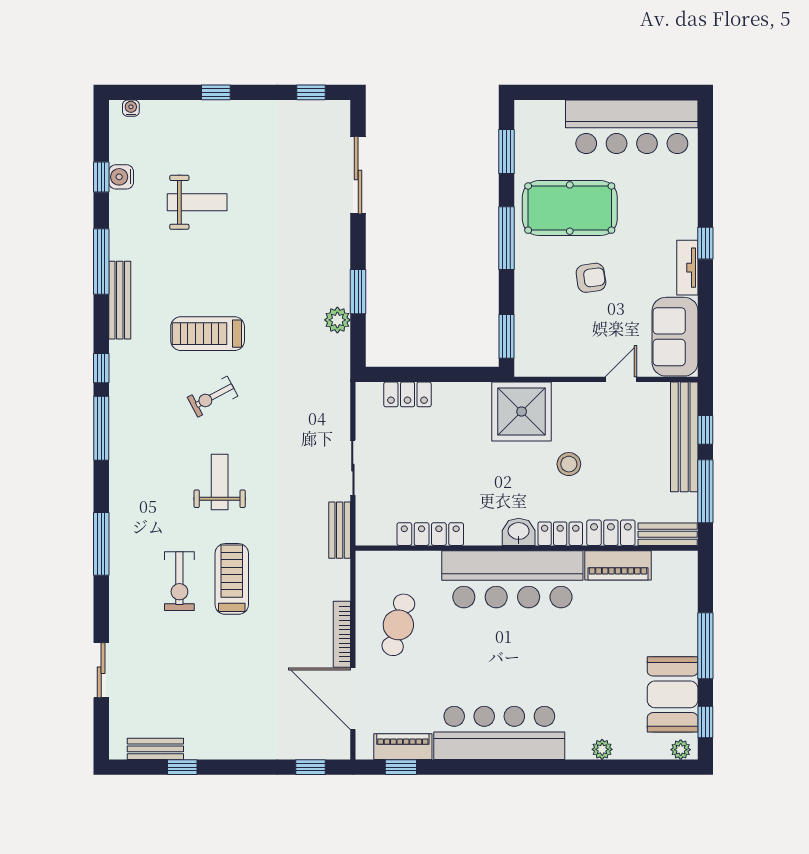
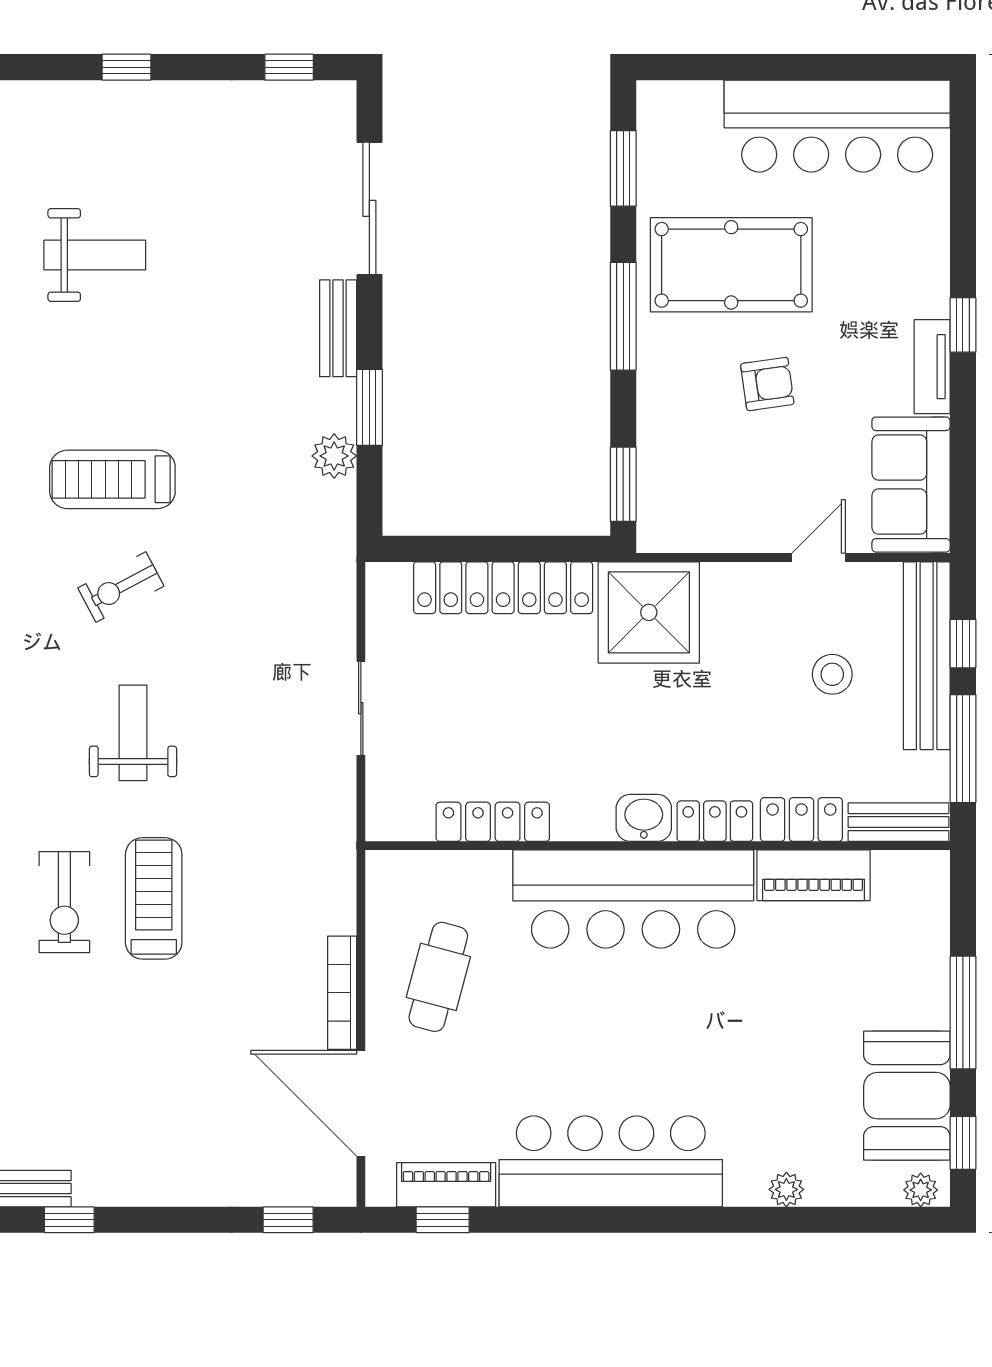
locker: (407, 394) -> (503, 588), width x2.16, depth x1.21
stool: (569, 464) -> (832, 674), moved
bench: (340, 530) -> (338, 328), moved

